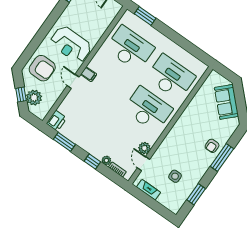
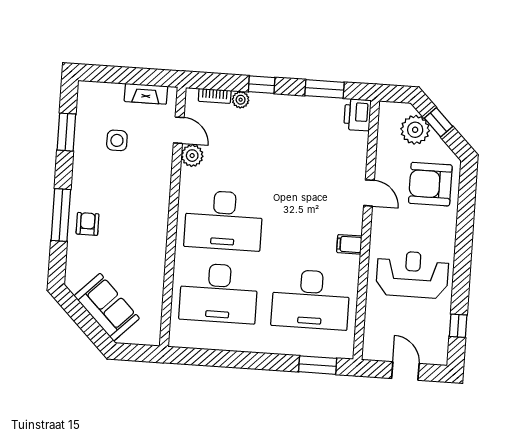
reception desk: (71, 44) -> (412, 274), moved
filing cabinet: (89, 74) -> (349, 244), moved

